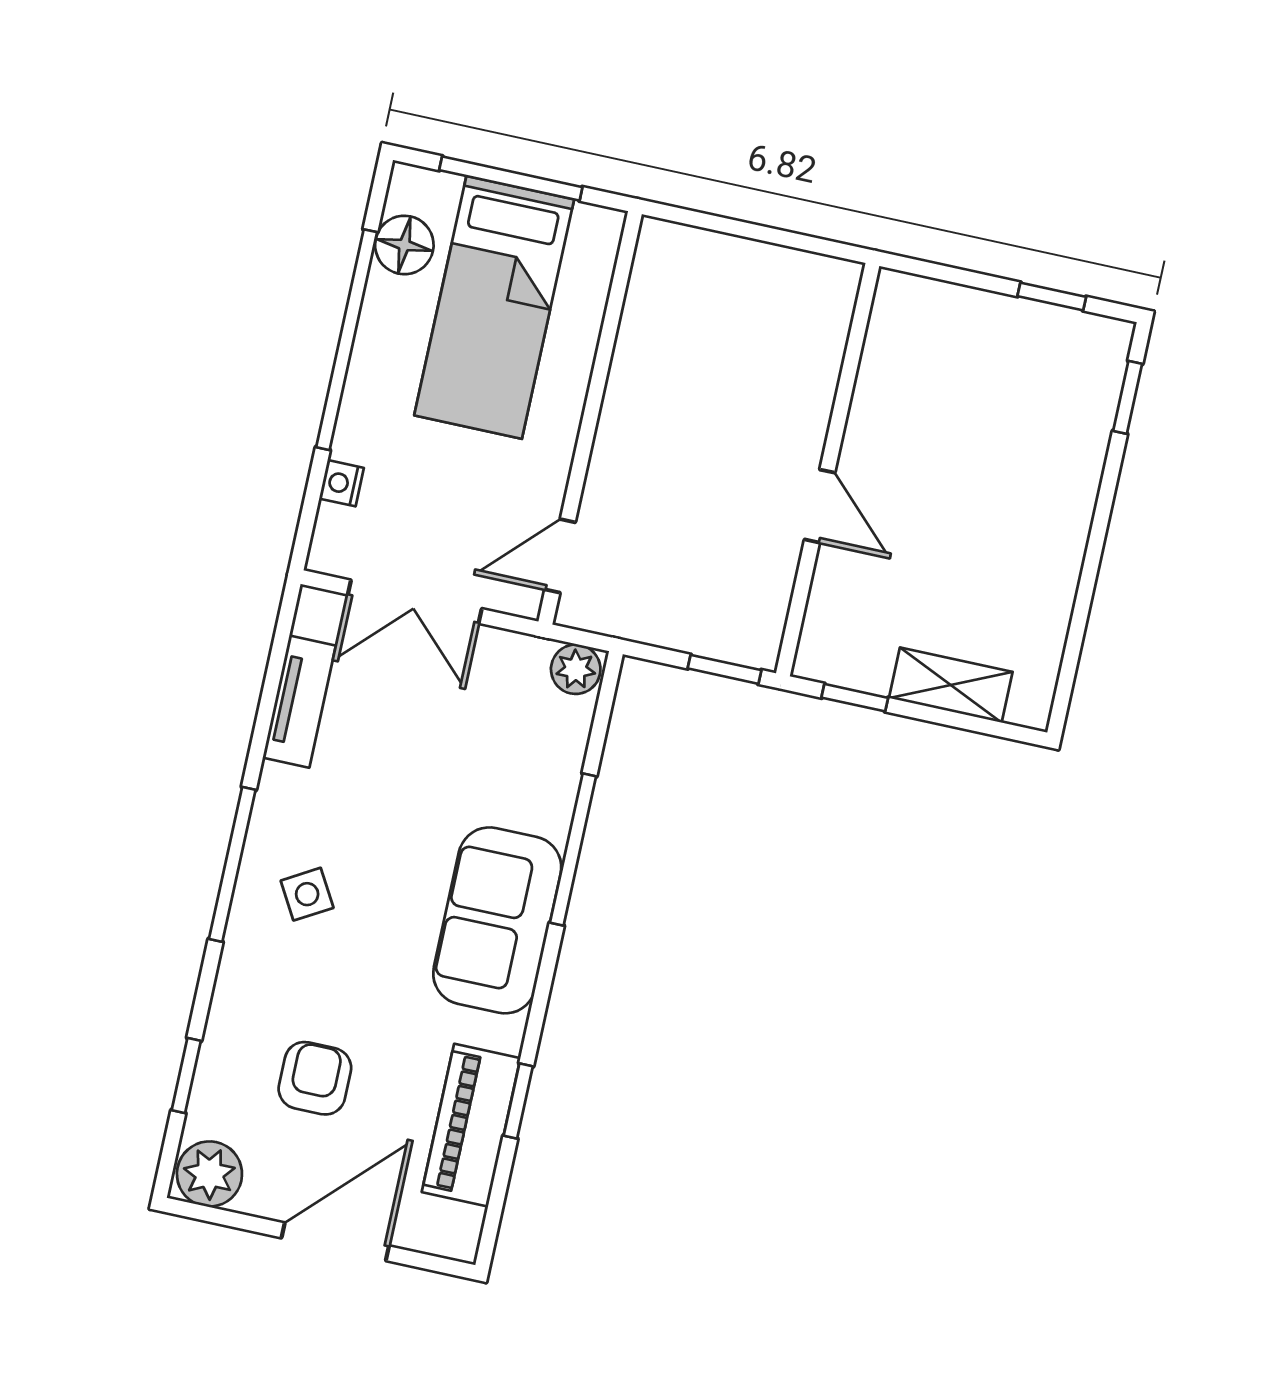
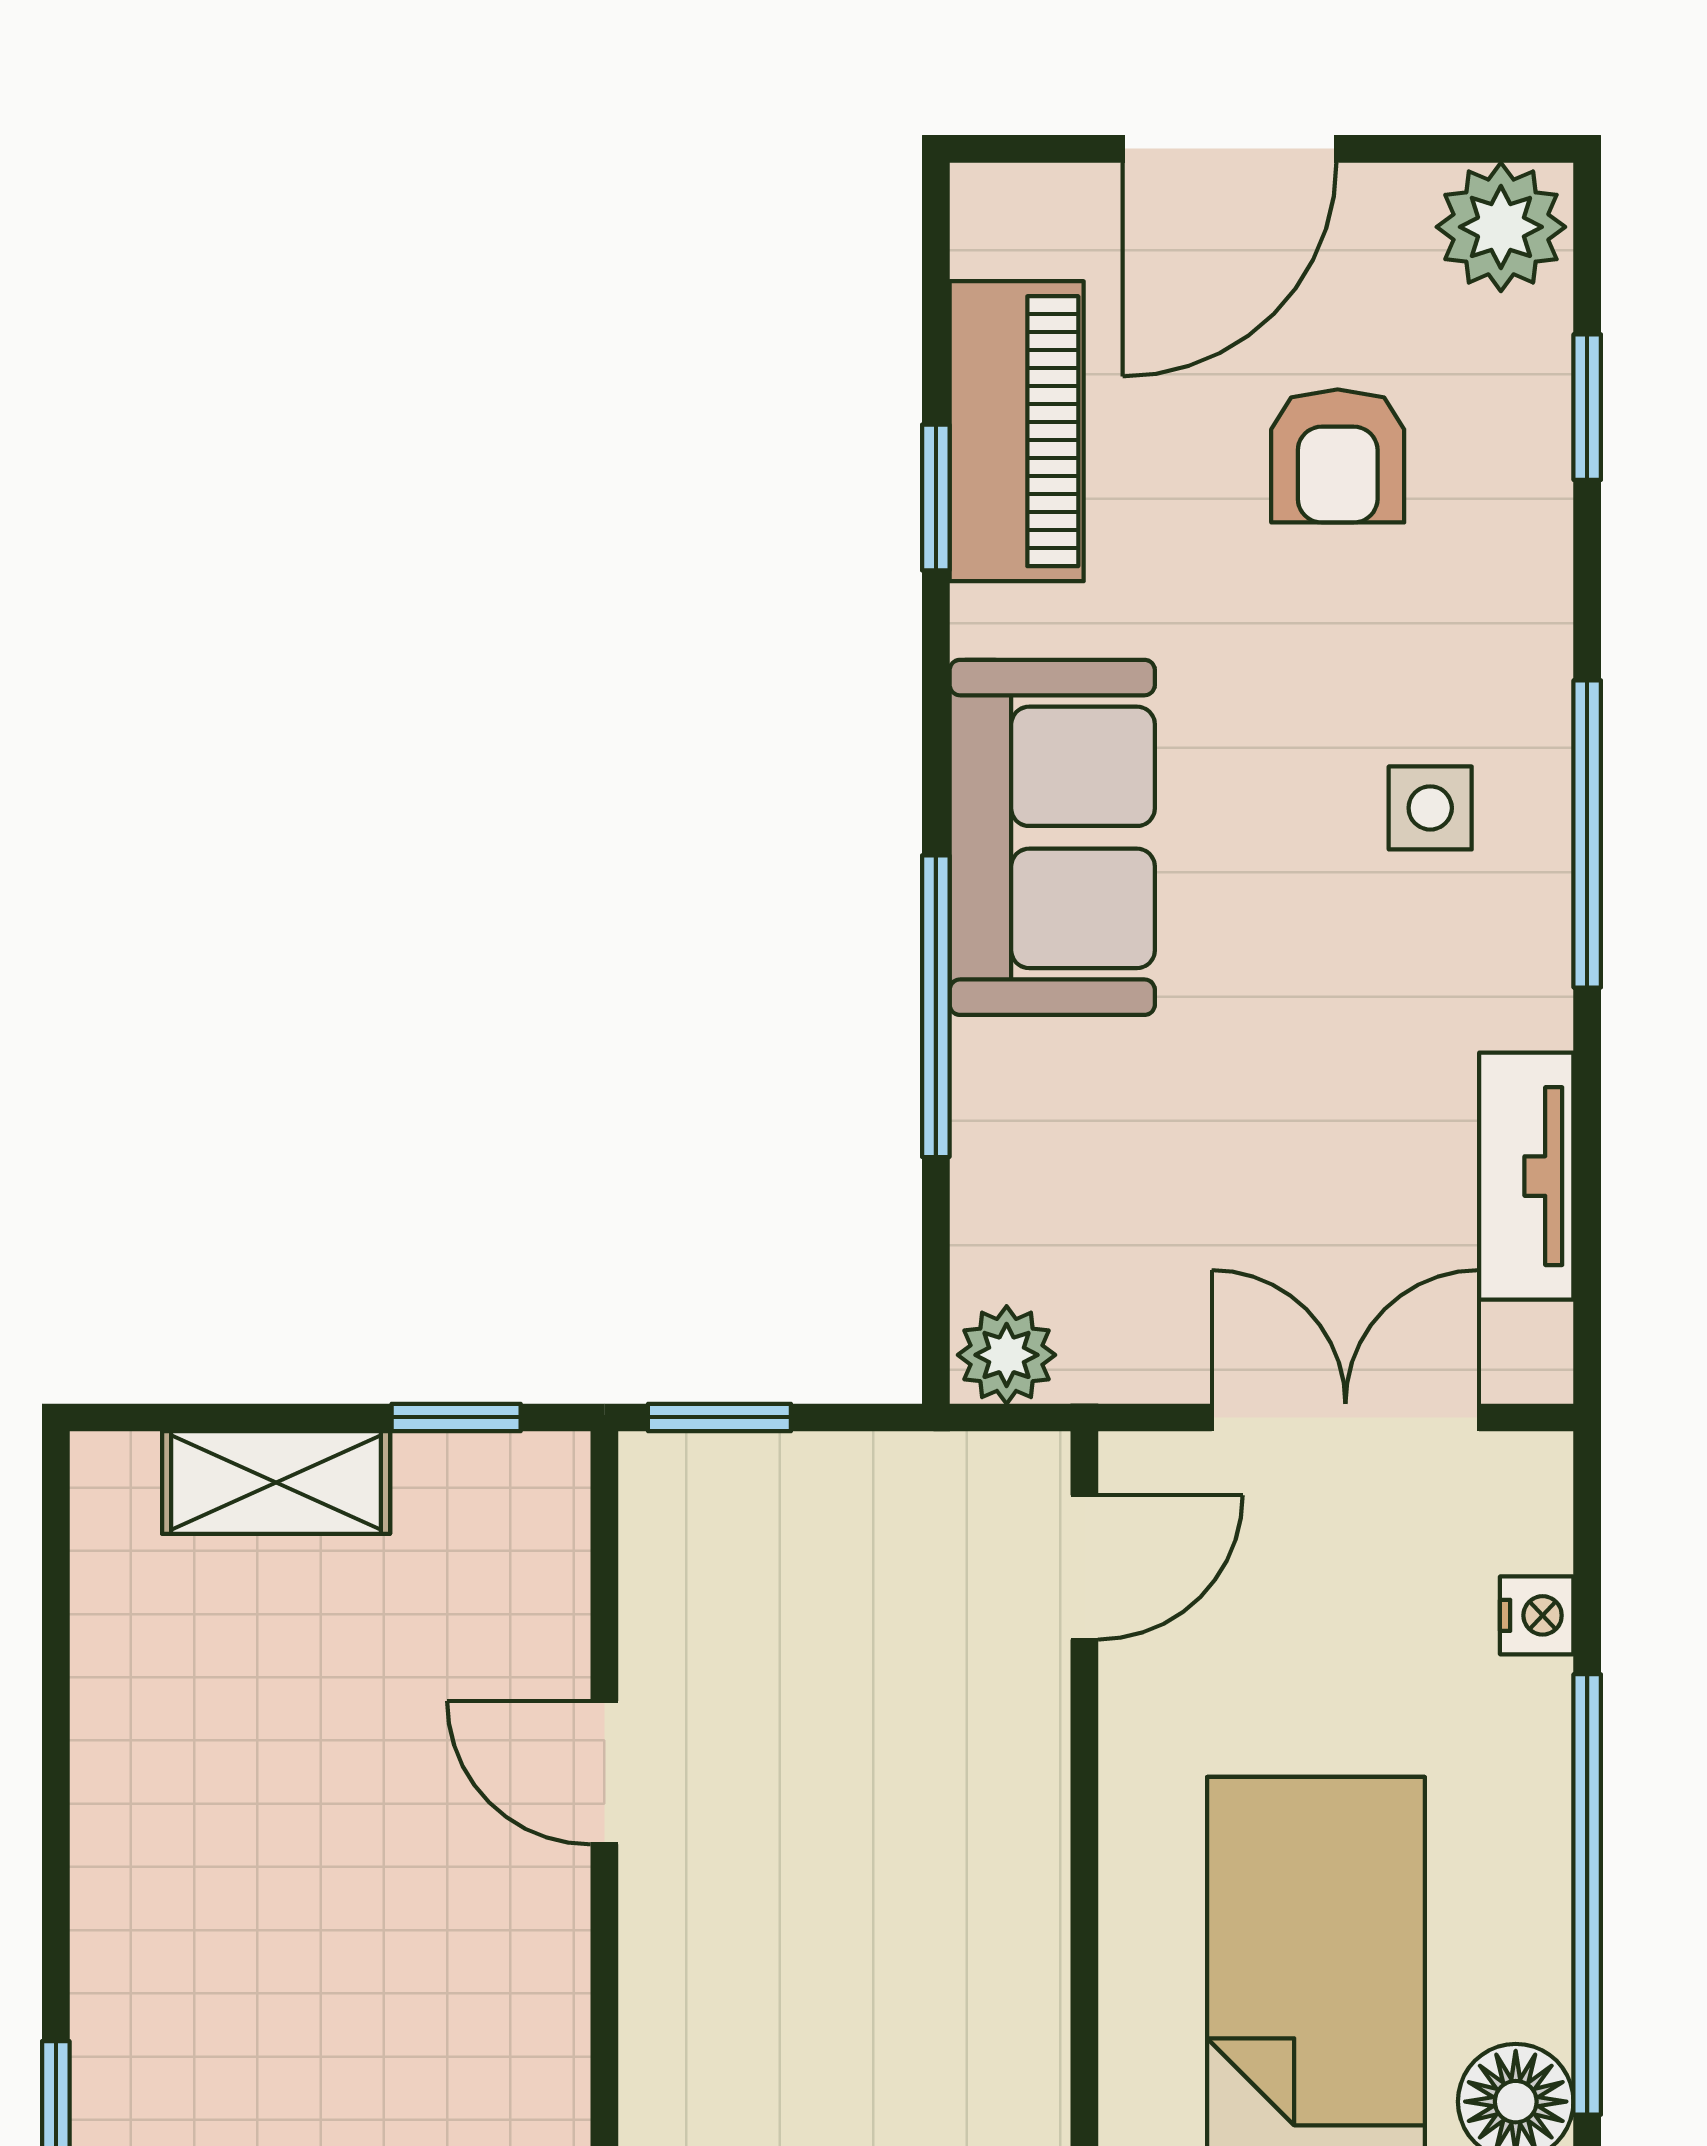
side table: (307, 894) -> (1430, 808), turned 30

